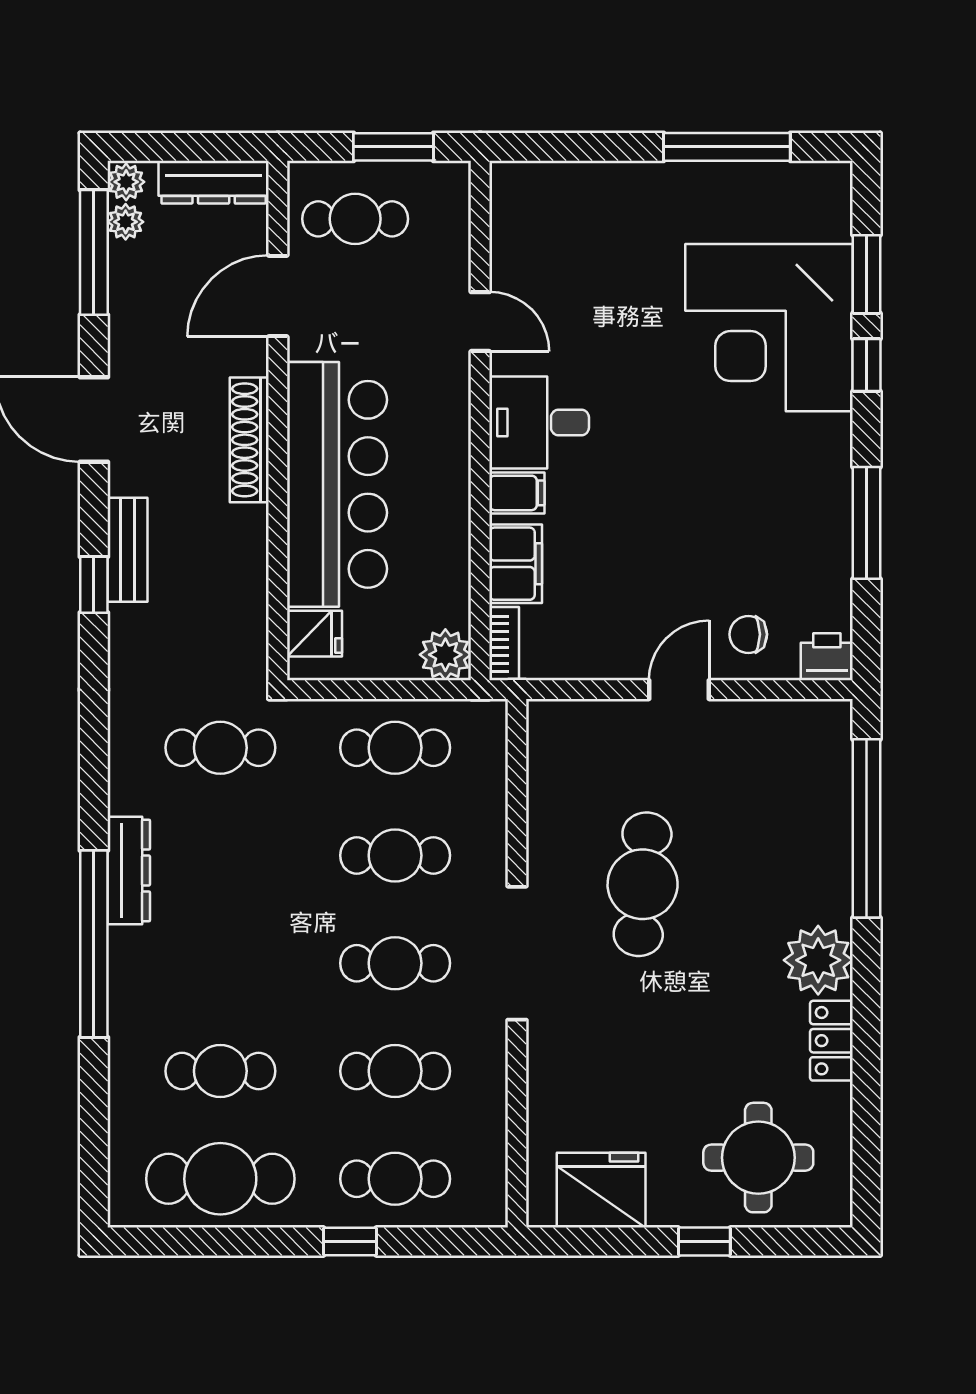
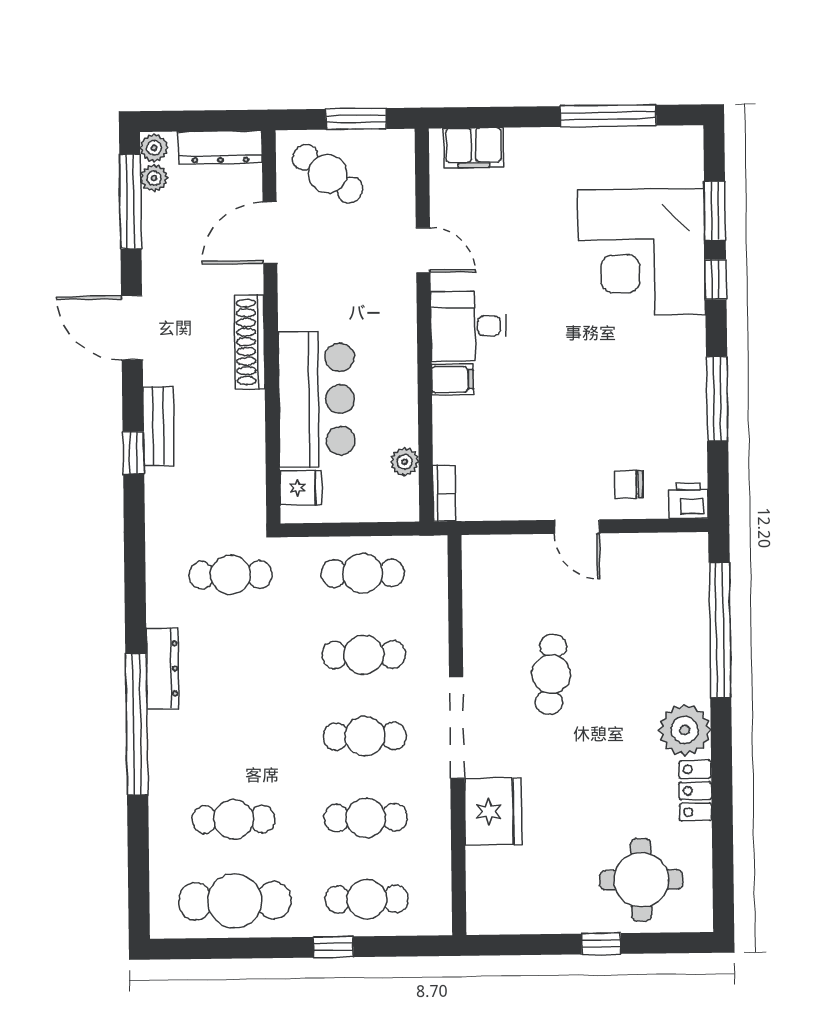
cafe table: (355, 219) -> (328, 174), turned 37
bar counter: (337, 484) -> (317, 399), width x0.73
filing cabinet: (516, 564) -> (474, 148), moved, turned 90
plant: (445, 655) -> (405, 462), moved, width x0.73, depth x0.73
door: (679, 690) -> (577, 527), swing flipped
cafe table: (643, 884) -> (551, 674), width x0.73, depth x0.74
fridge: (601, 1190) -> (493, 812), moved, turned 90

